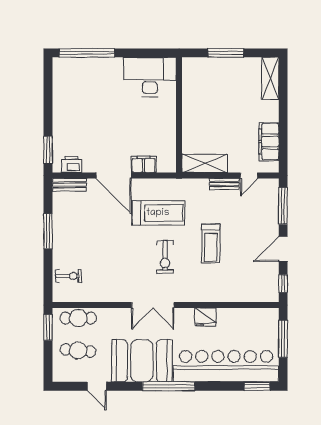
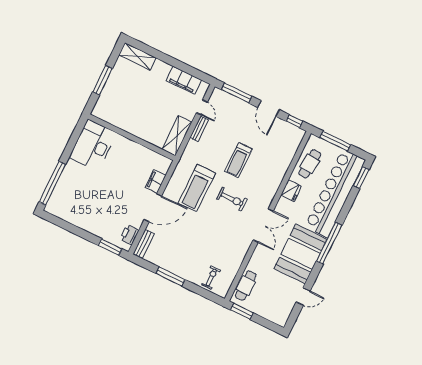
treadmill: (158, 213) -> (197, 188), turned 180
treadmill: (211, 243) -> (238, 160), turned 90
cafe table: (78, 351) -> (310, 164), moved

